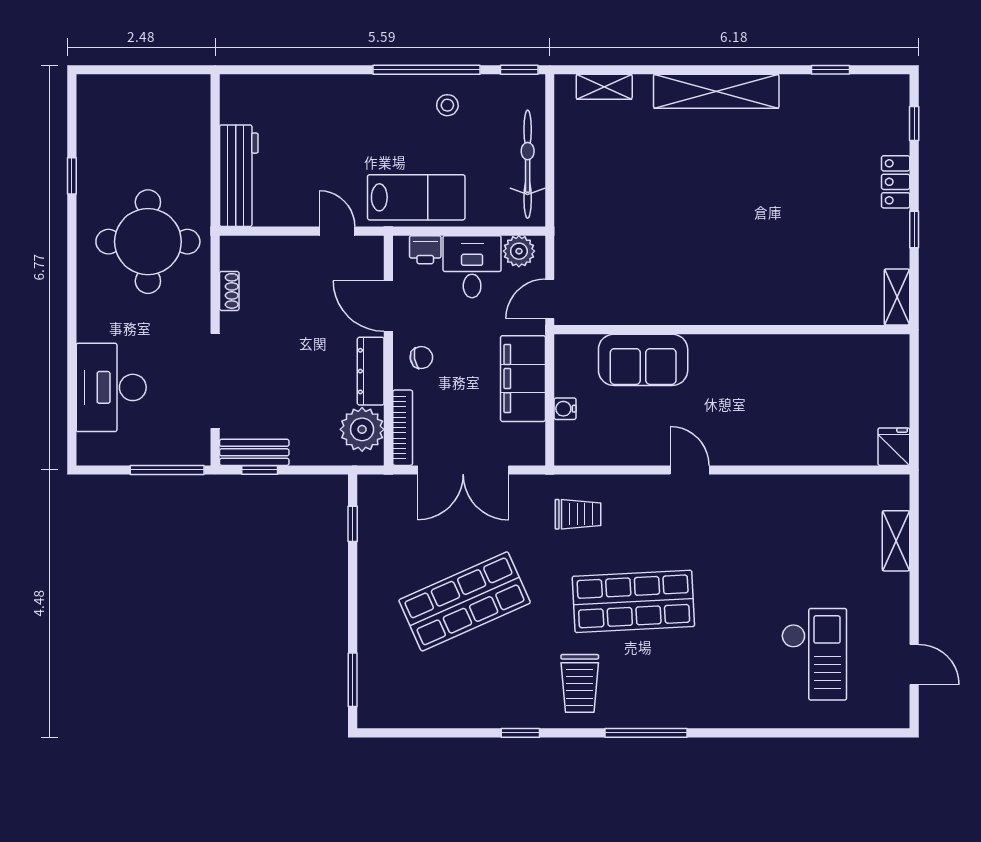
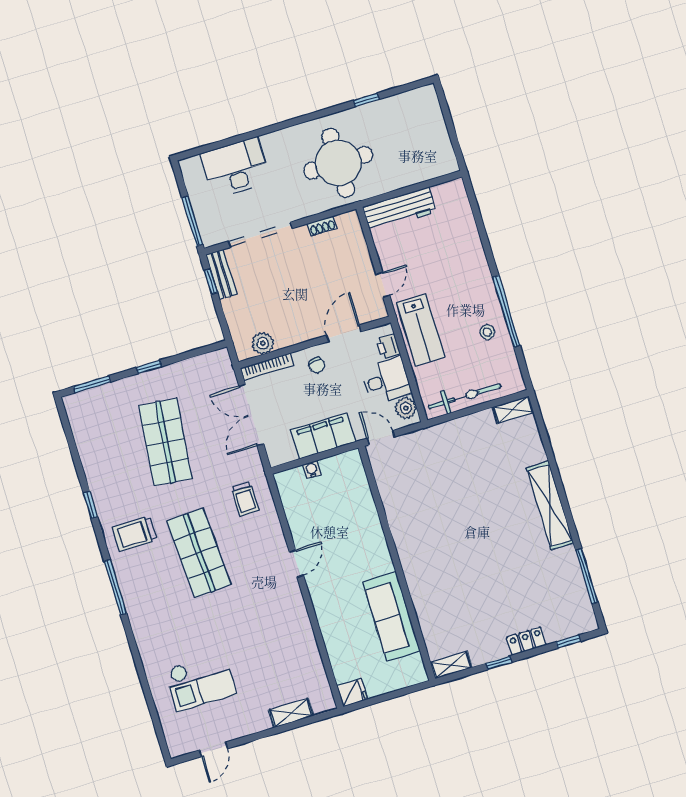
window: (519, 70) -> (525, 372), removed
window: (831, 70) -> (587, 576), width x2.17
shelving: (604, 87) -> (513, 410), moved, turned 90
sofa: (643, 360) -> (391, 617), moved, width x1.36
dresser: (371, 371) -> (298, 335), removed
plant: (362, 429) -> (263, 343), width x0.73, depth x0.73
window: (353, 524) -> (149, 367), moved
shop shelf: (465, 601) -> (165, 442), turned 30

